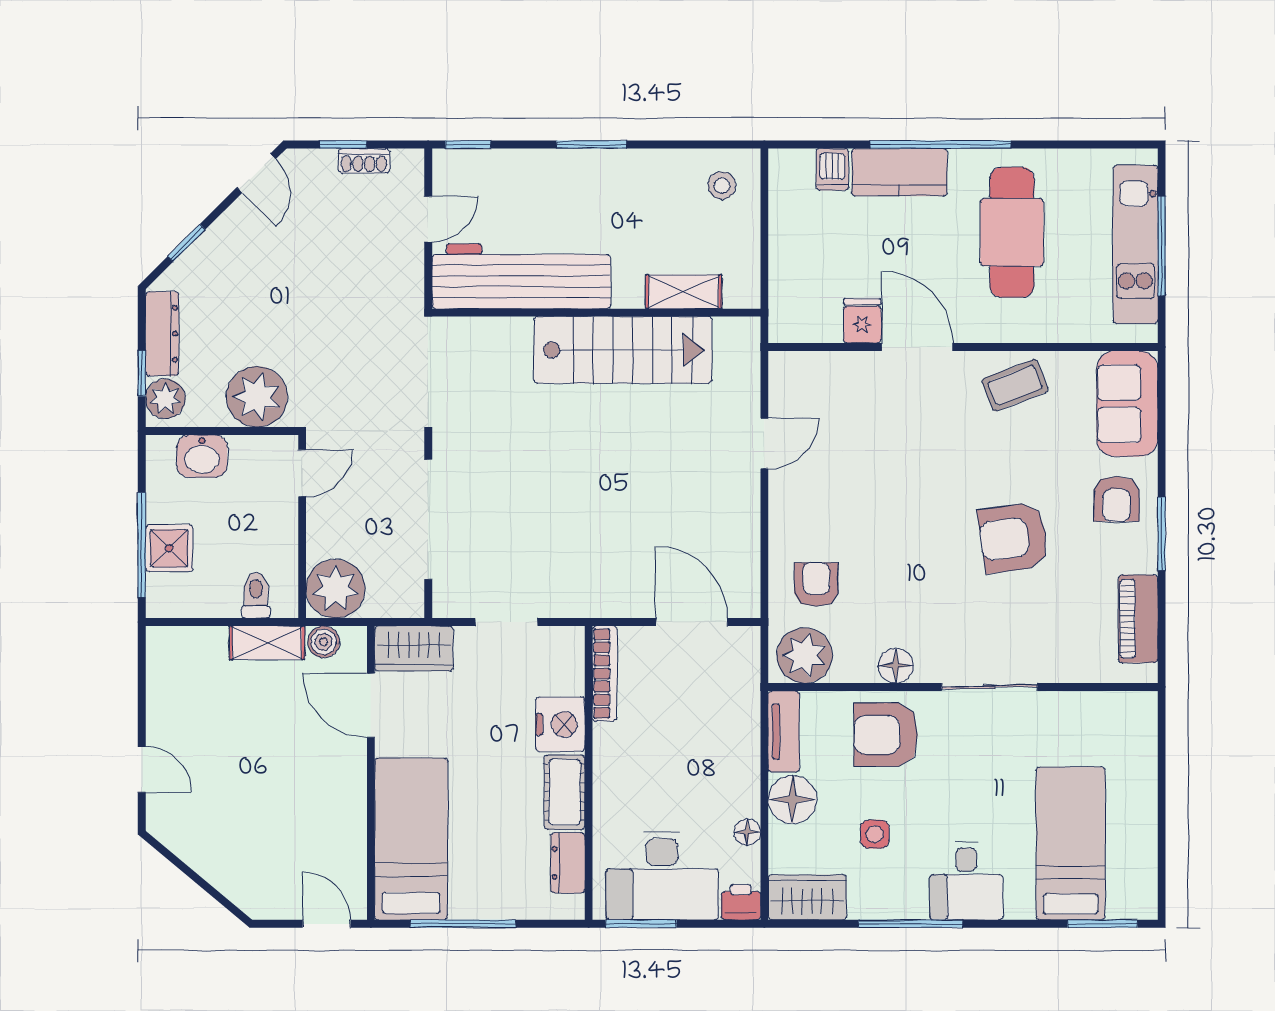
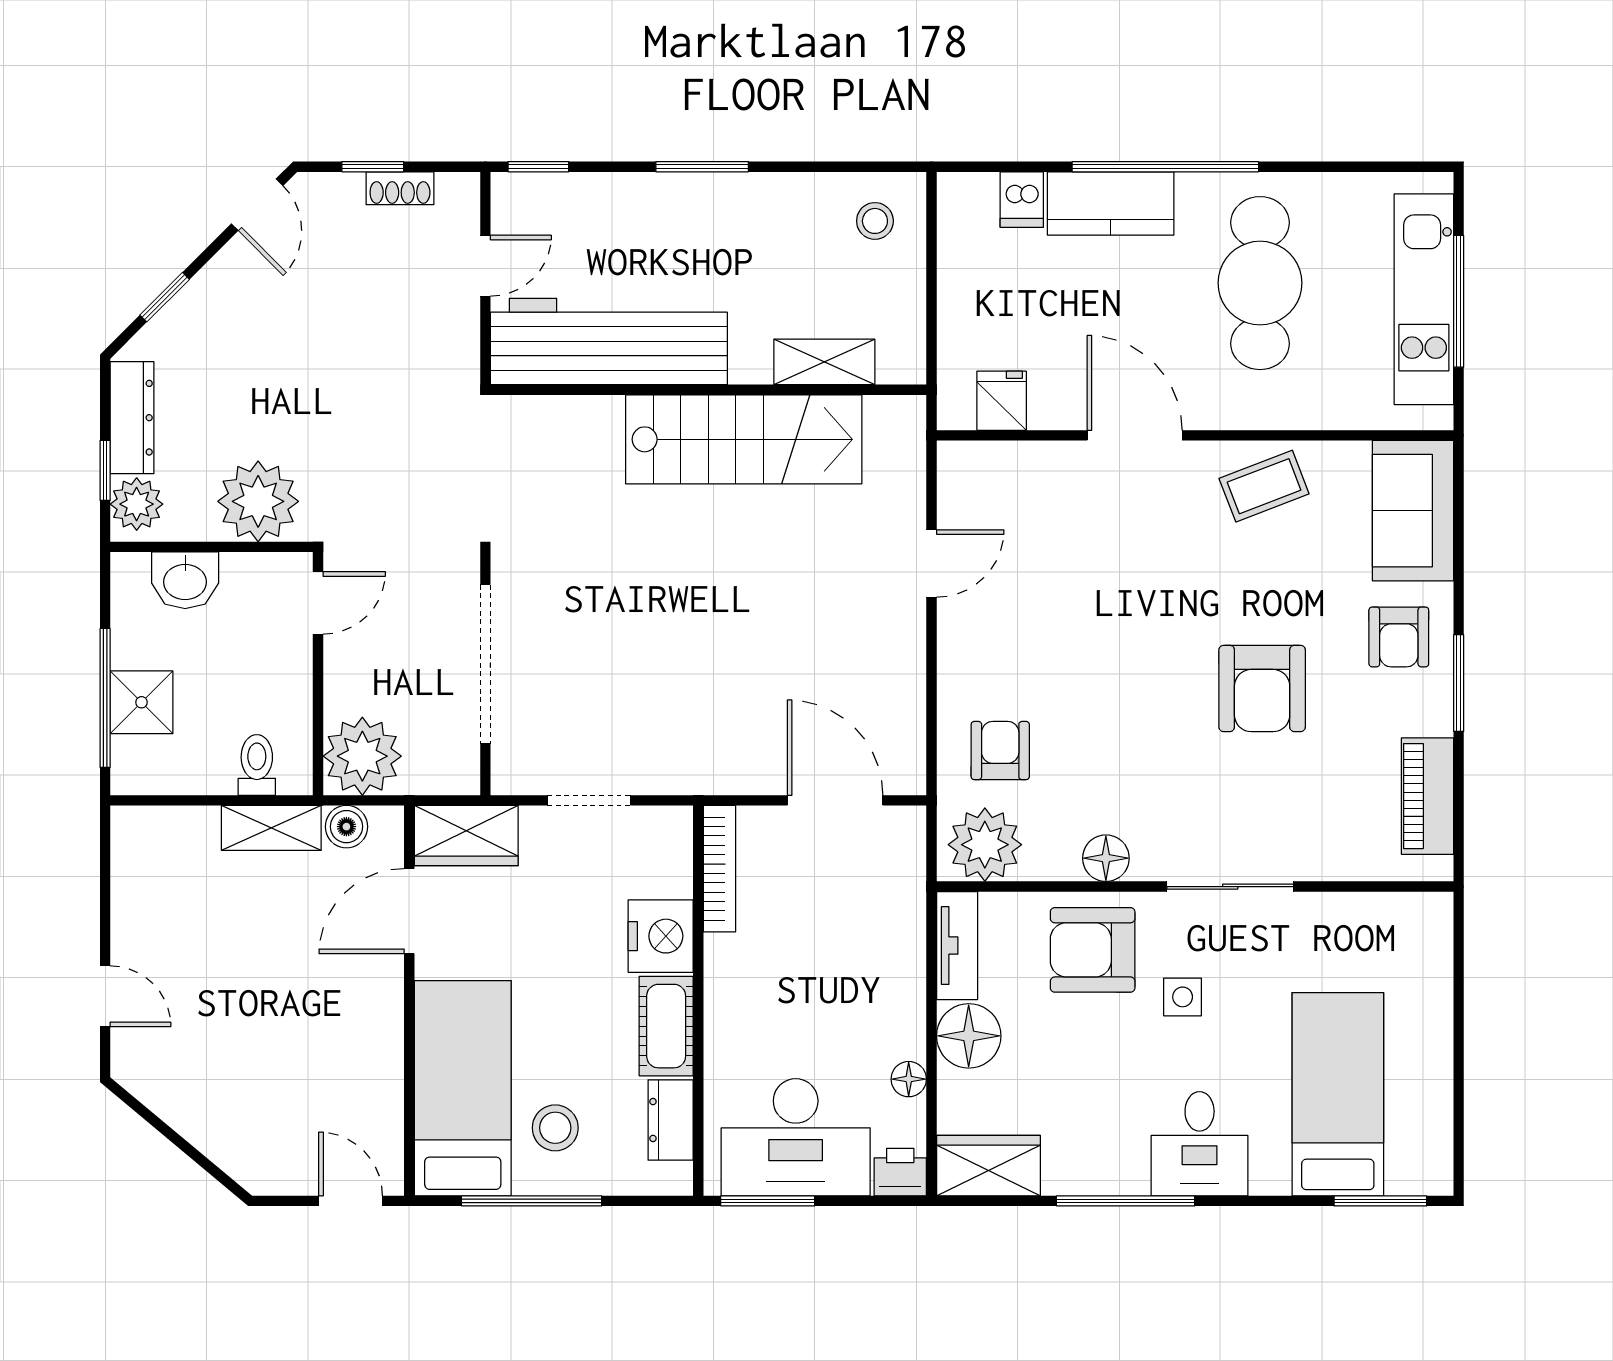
fridge: (862, 321) -> (1002, 401), moved
armchair: (1013, 538) -> (1262, 688), turned -82
door: (371, 705) -> (409, 911), hinge flipped
side table: (875, 834) -> (1183, 997), moved
stool: (481, 869) -> (555, 1128), added

